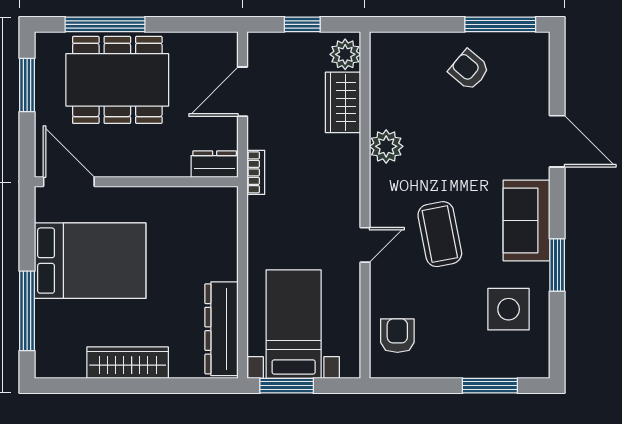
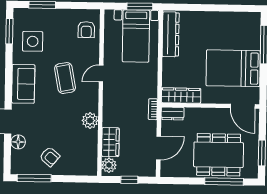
floor lamp: (535, 99) -> (18, 142), added
window: (557, 265) -> (9, 31), moved
wardrobe: (128, 363) -> (181, 96), moved, turned 180

